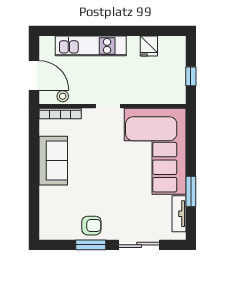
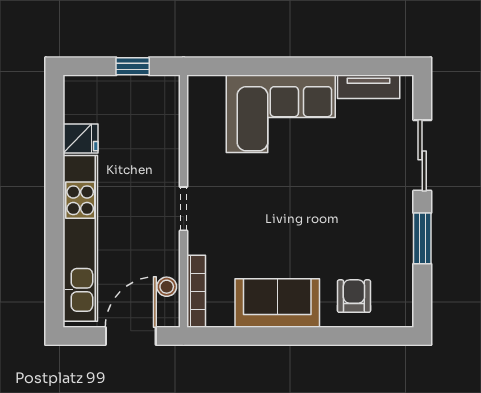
kitchen unit: (91, 46) -> (80, 238), width x1.36
corner sofa: (155, 151) -> (281, 114), width x0.73, depth x0.74
window: (191, 192) -> (330, 66), removed
armchair: (91, 226) -> (354, 296), moved

